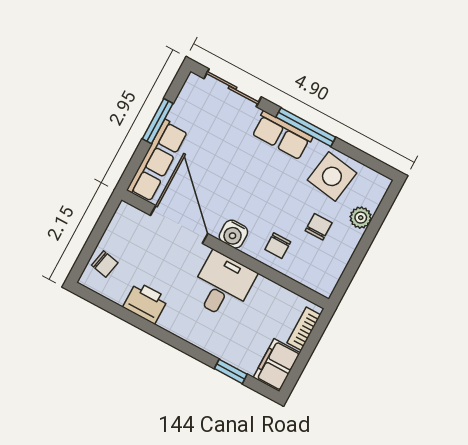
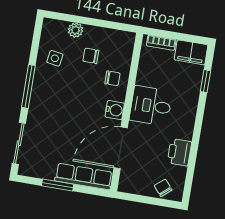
row of seats: (282, 135) -> (39, 100), removed
side table: (332, 176) -> (55, 58), width x0.54, depth x0.54
chair: (105, 264) -> (163, 188), turned -52

